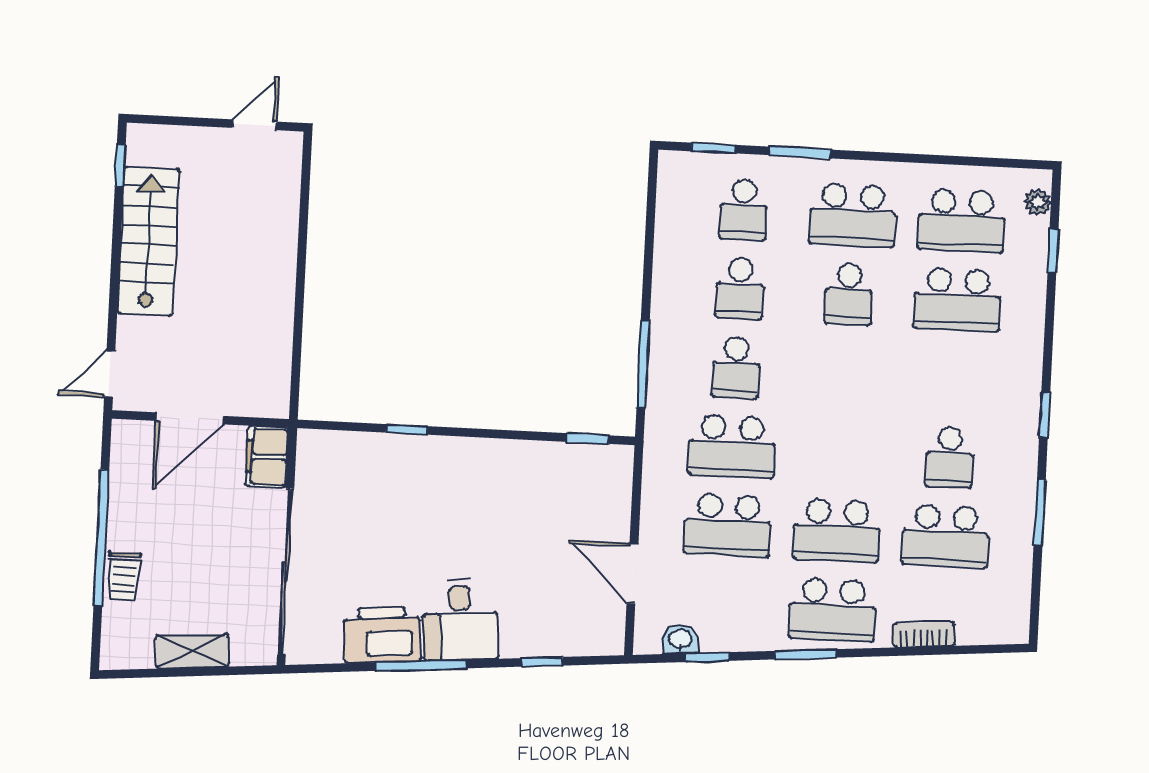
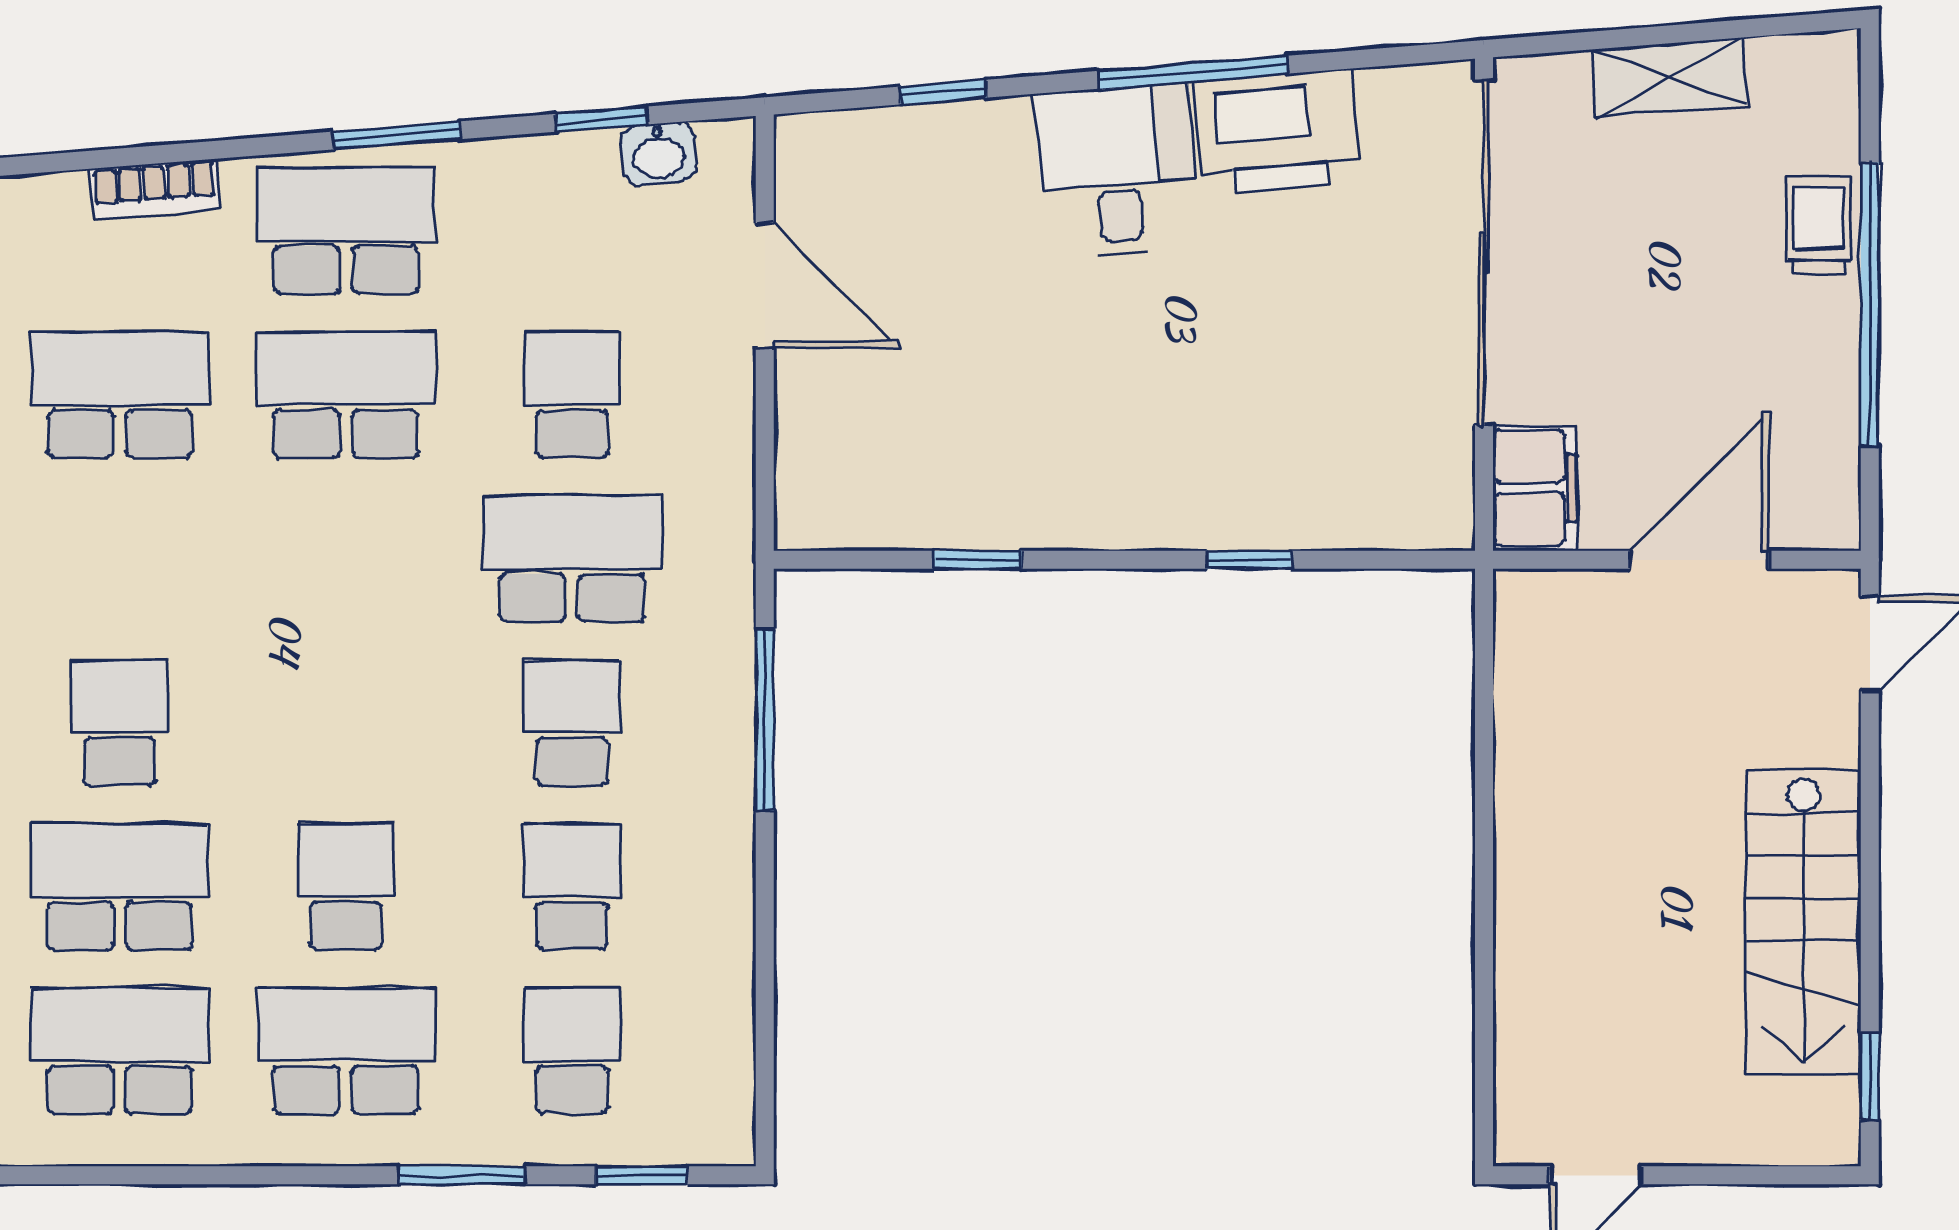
window: (588, 439) -> (977, 560), moved
school desk: (950, 457) -> (120, 723), moved
school desk: (728, 525) -> (572, 395), width x0.54

